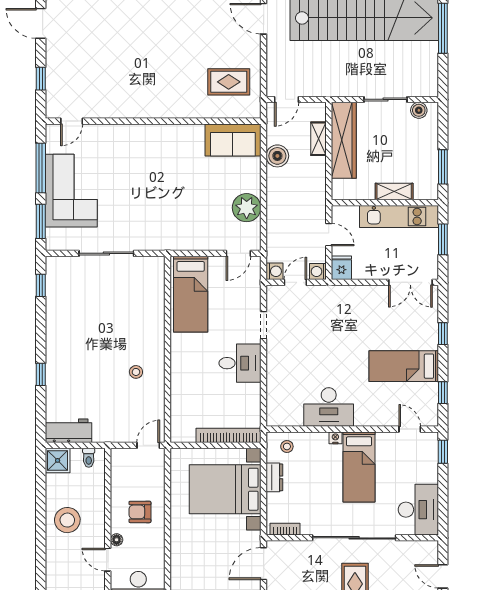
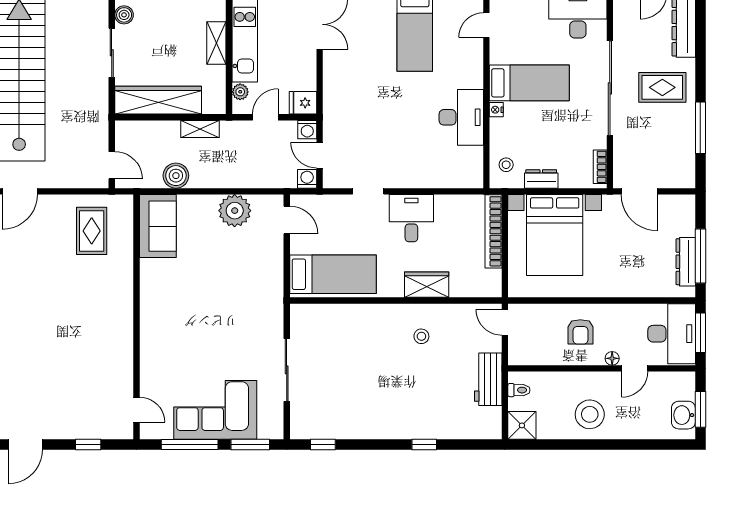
shelving: (318, 139) -> (200, 129), moved
plant: (351, 213) -> (240, 92), added
wardrobe: (181, 377) -> (427, 285), added
workbench: (68, 431) -> (488, 379), moved

